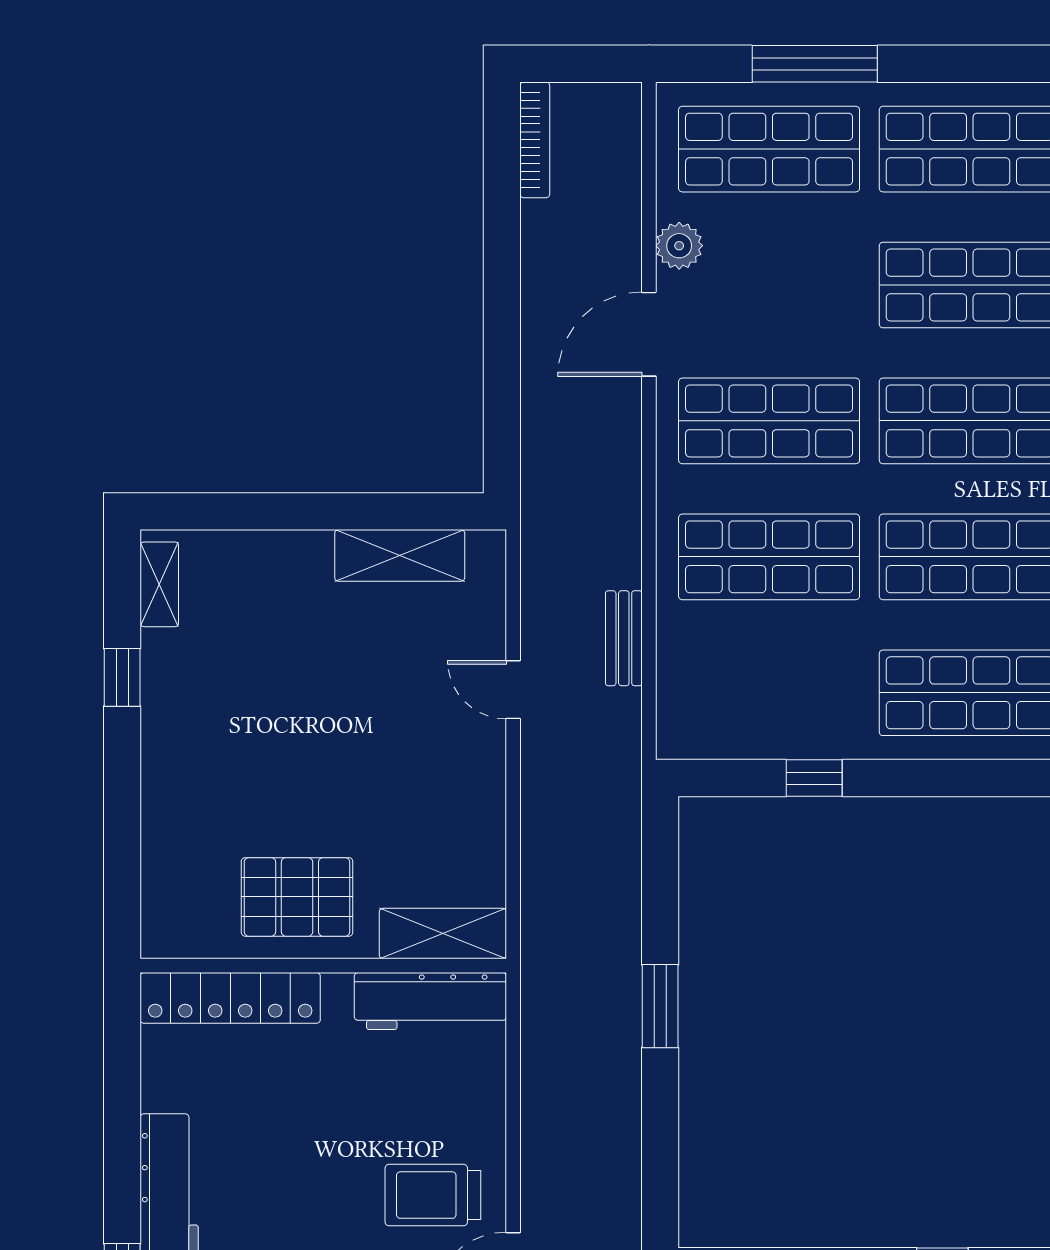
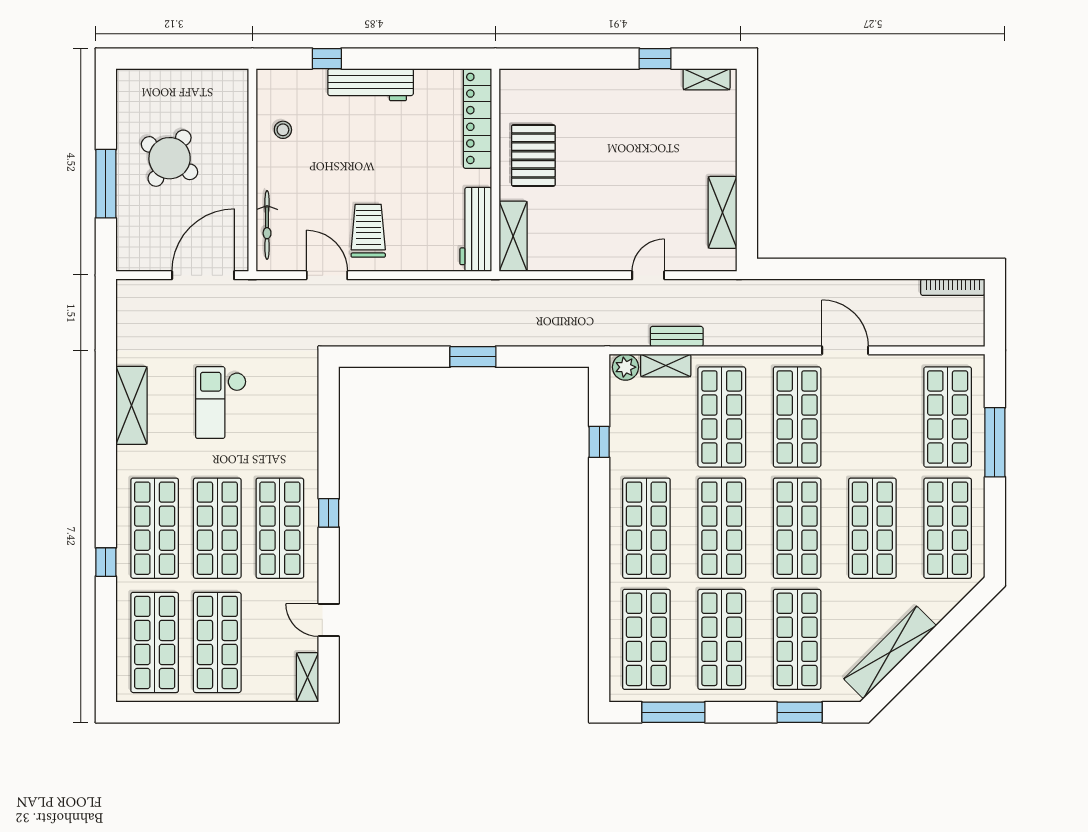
plant: (679, 246) -> (625, 367), moved
shelving: (676, 658) -> (666, 365), added

